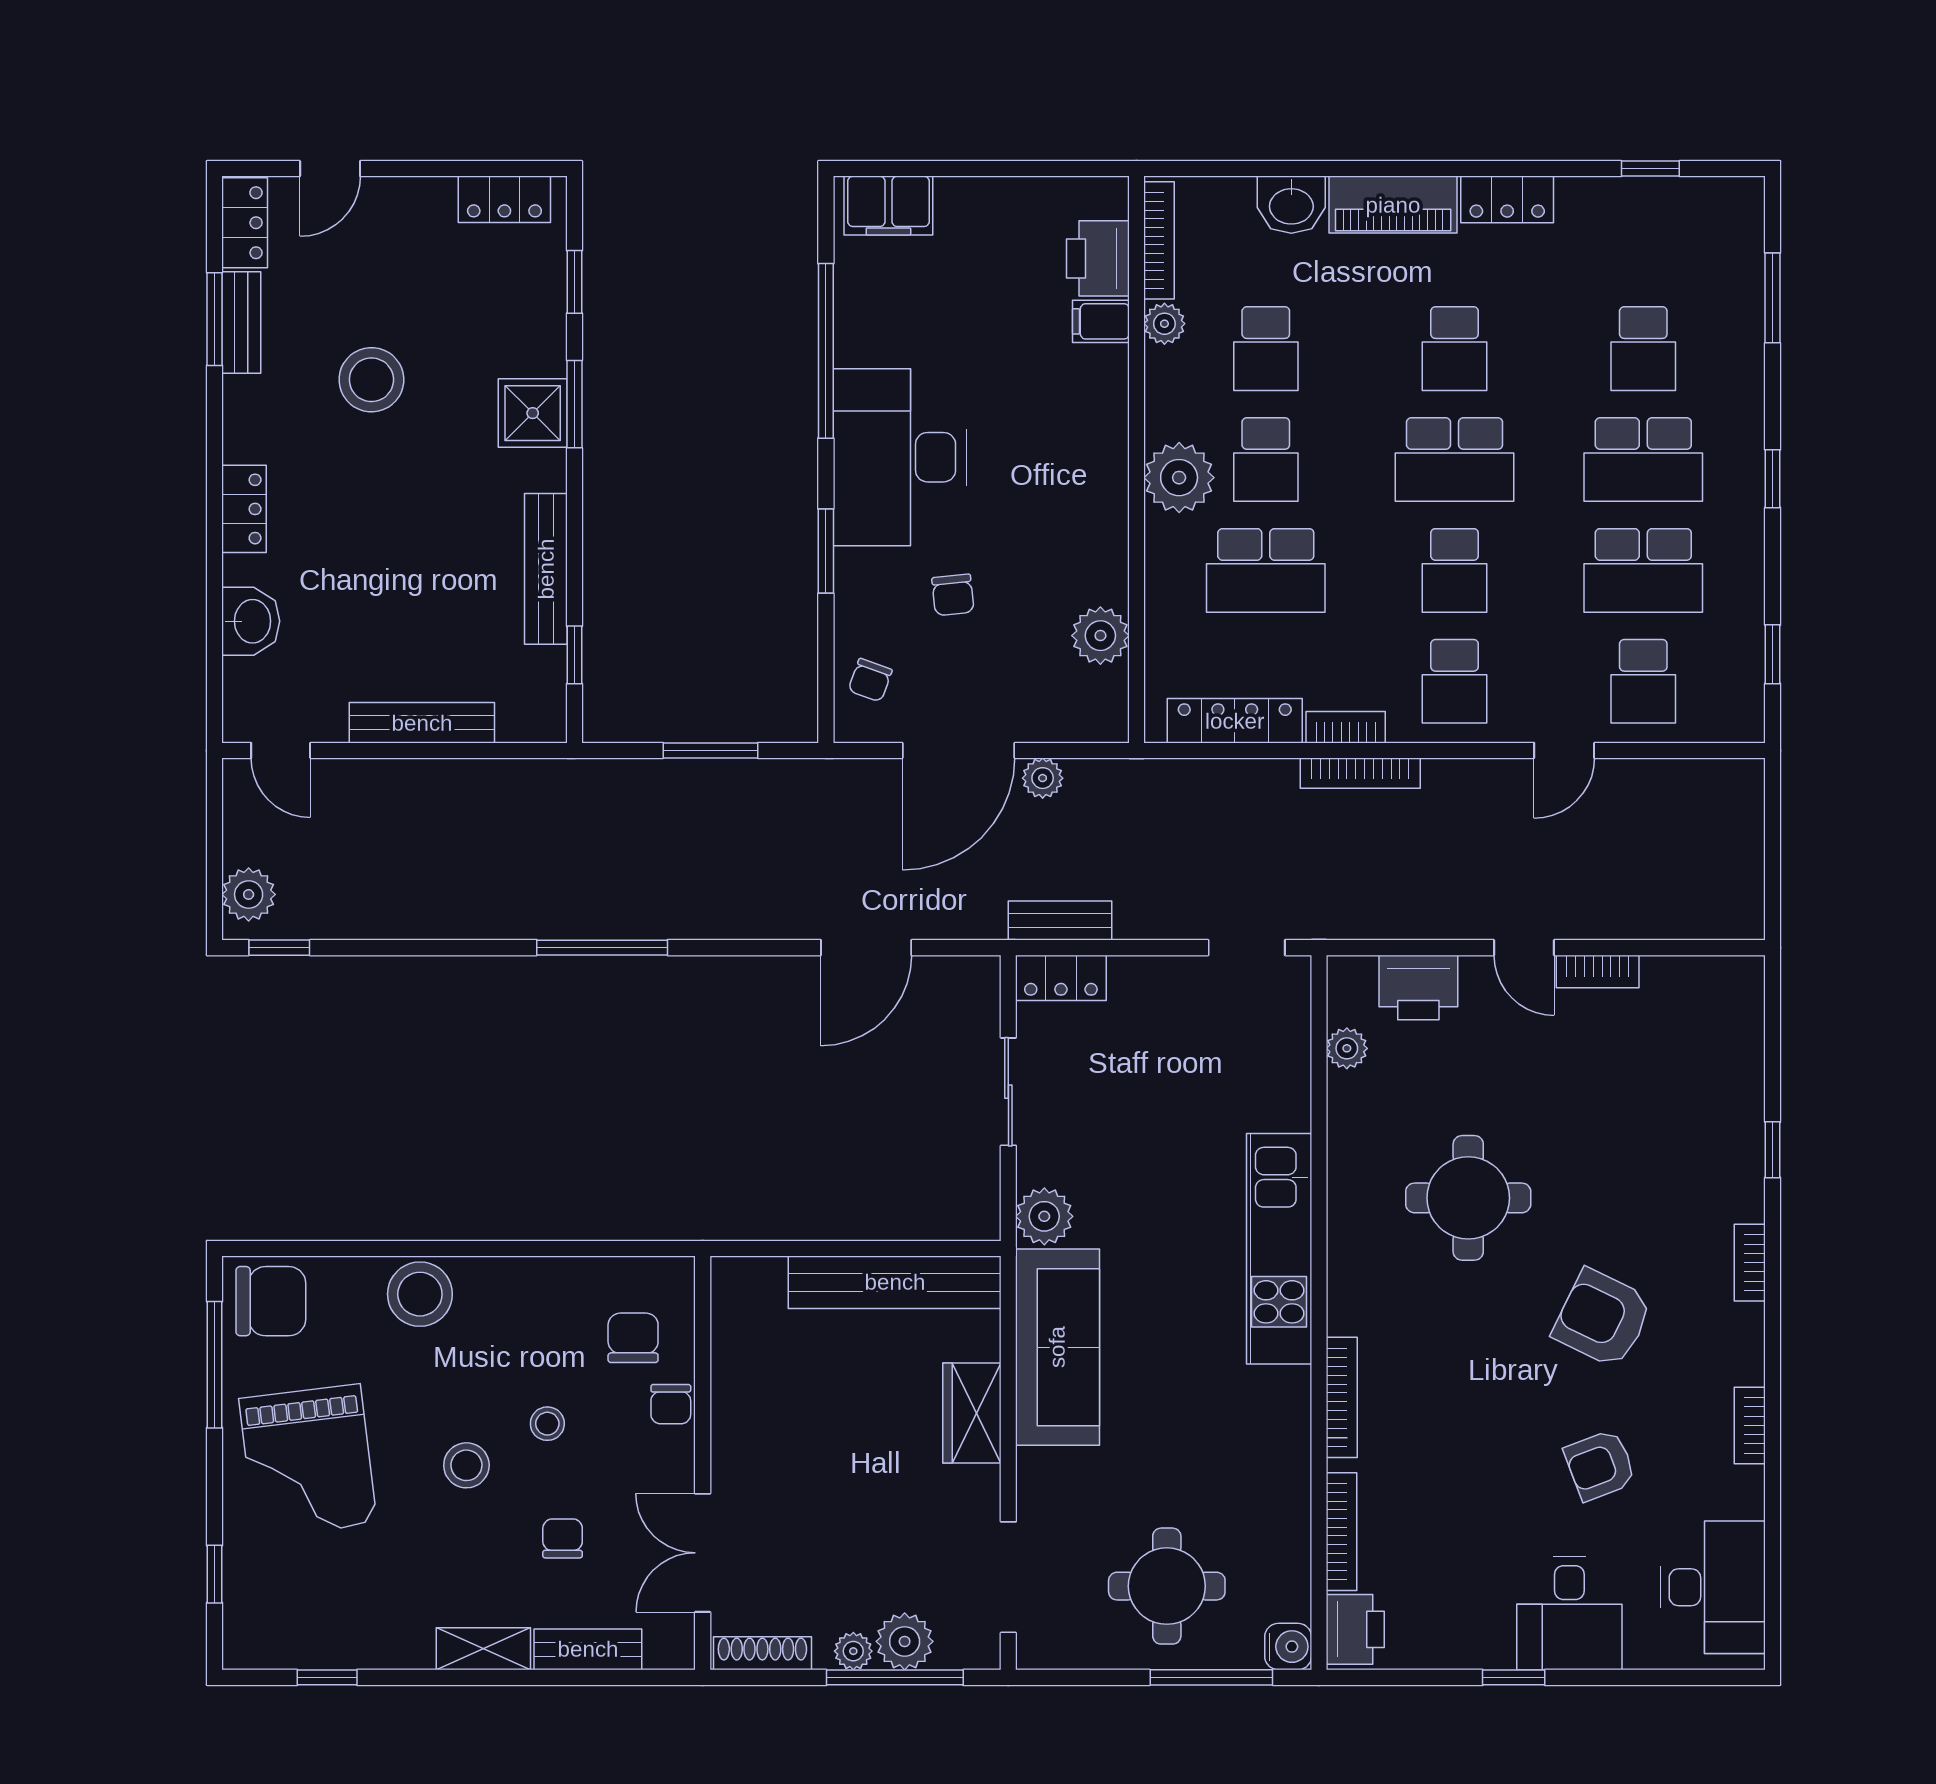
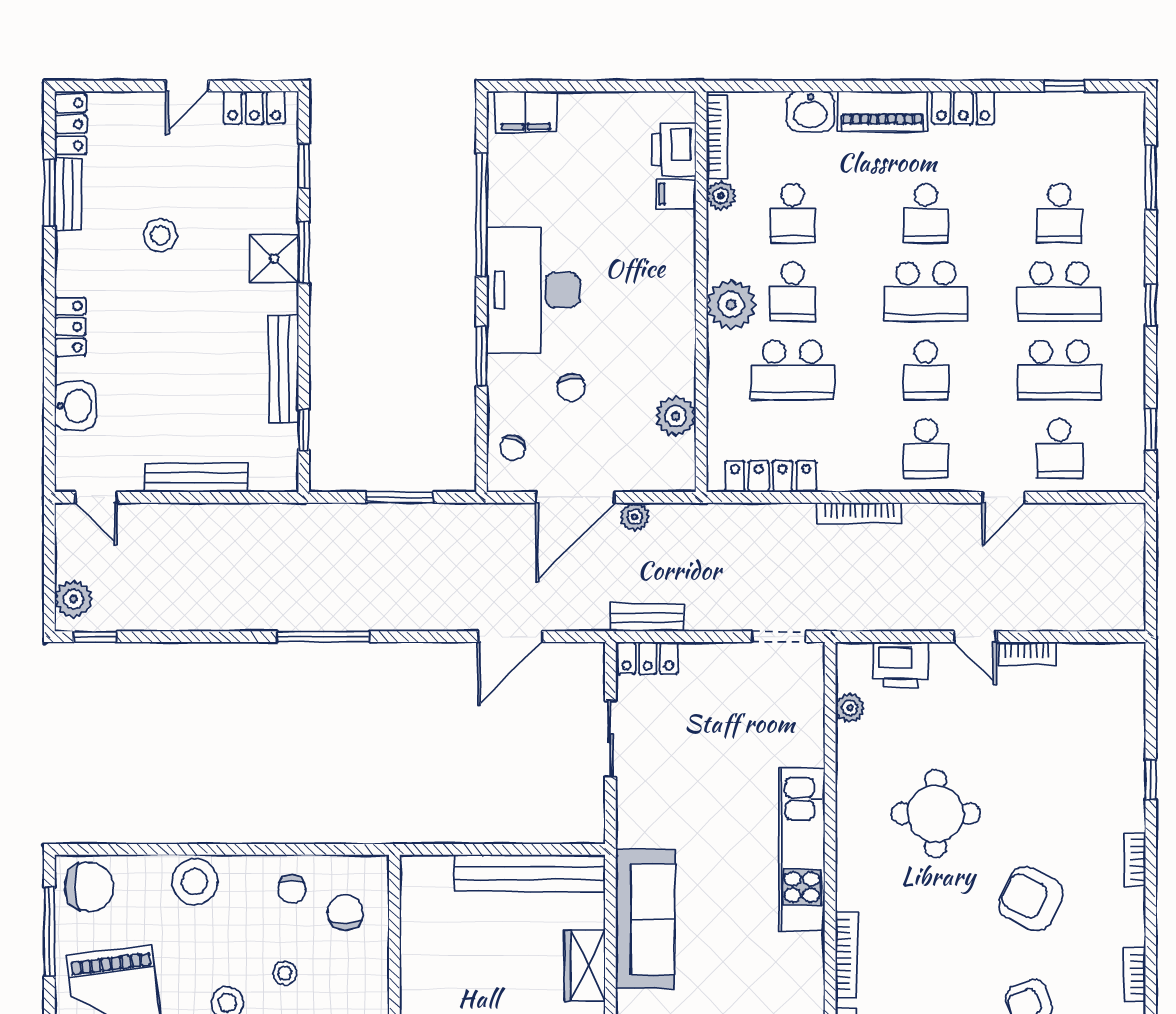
door: (330, 169) -> (187, 86), moved
stool: (371, 380) -> (160, 235), width x0.73, depth x0.73
bookcase: (1346, 727) -> (849, 481), removed
plant: (1044, 1216) -> (636, 827), removed
chair: (671, 1404) -> (292, 889), moved

